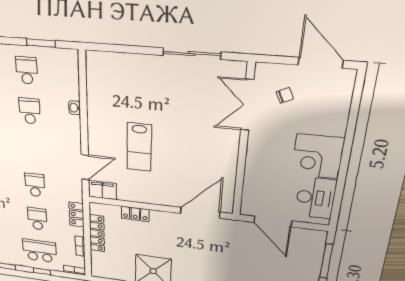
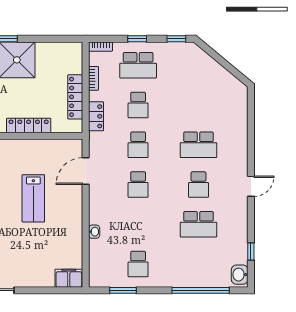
school desk: (30, 111) -> (138, 184), moved
lab bench: (139, 147) -> (33, 198), turned 180
filing cabinet: (102, 190) -> (69, 278), moved, turned 180
locker: (135, 214) -> (29, 125), width x1.53

